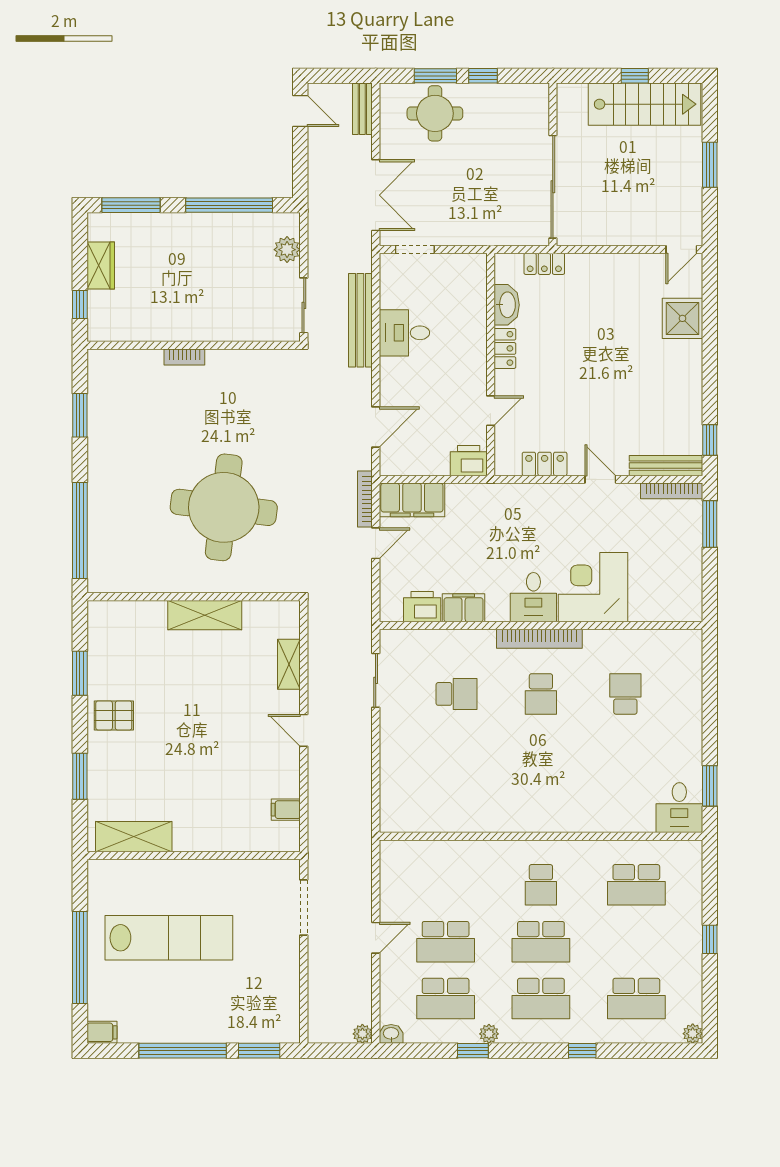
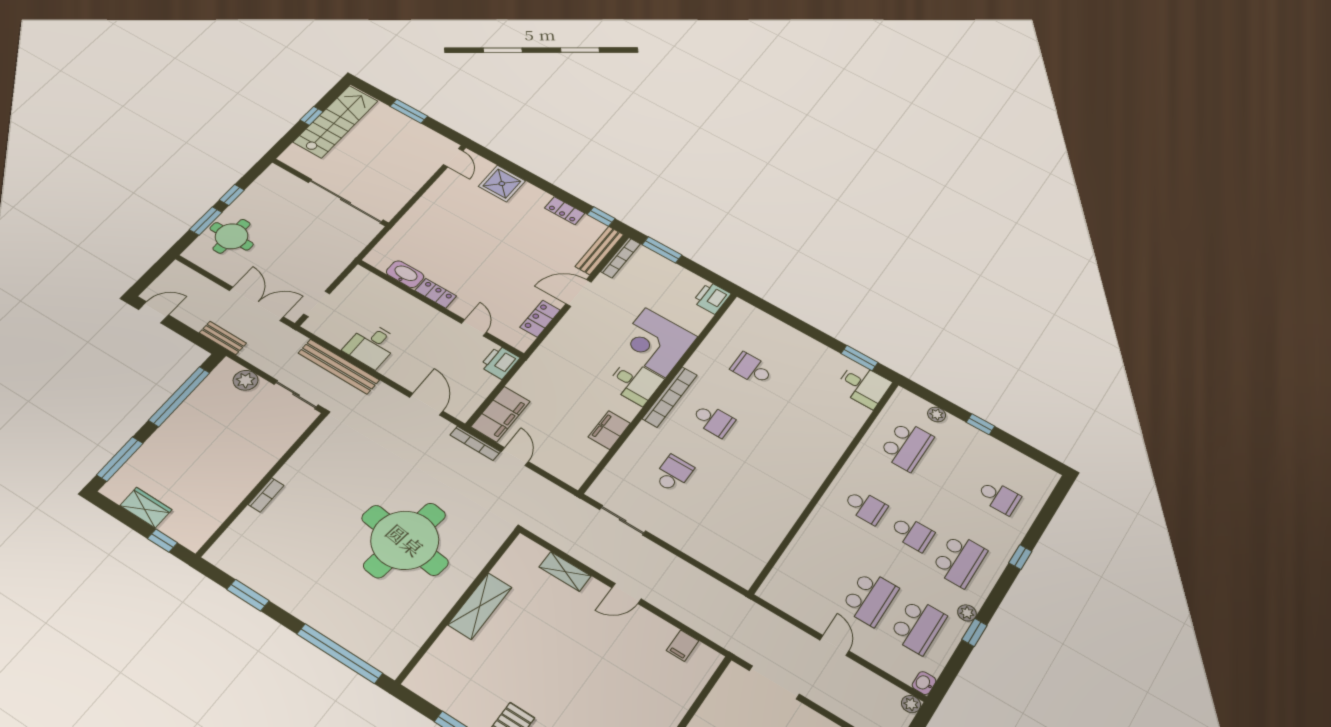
bench: (362, 109) -> (223, 338), moved
locker: (544, 264) -> (565, 211), moved, turned 90
door: (600, 479) -> (579, 293), width x1.38
printer: (422, 607) -> (712, 298), moved
school desk: (541, 942) -> (912, 533), width x0.54
school desk: (636, 999) -> (999, 497), width x0.54
plant: (693, 1034) -> (937, 414), moved

